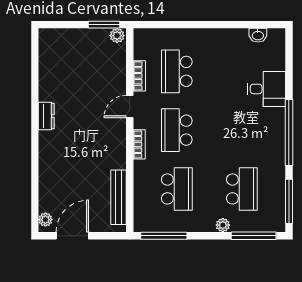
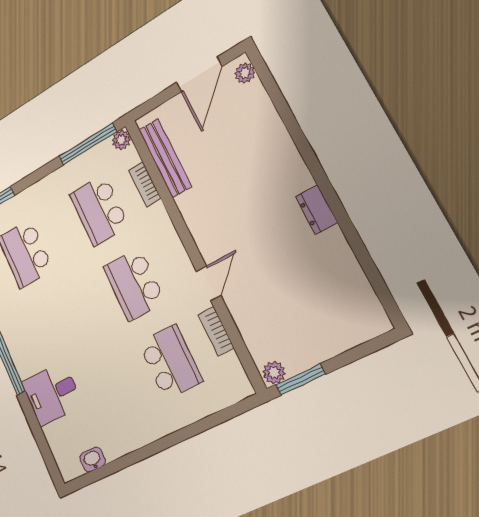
school desk: (177, 130) -> (134, 284), turned 180
bookcase: (139, 144) -> (145, 184), moved
plant: (223, 225) -> (121, 140), moved

